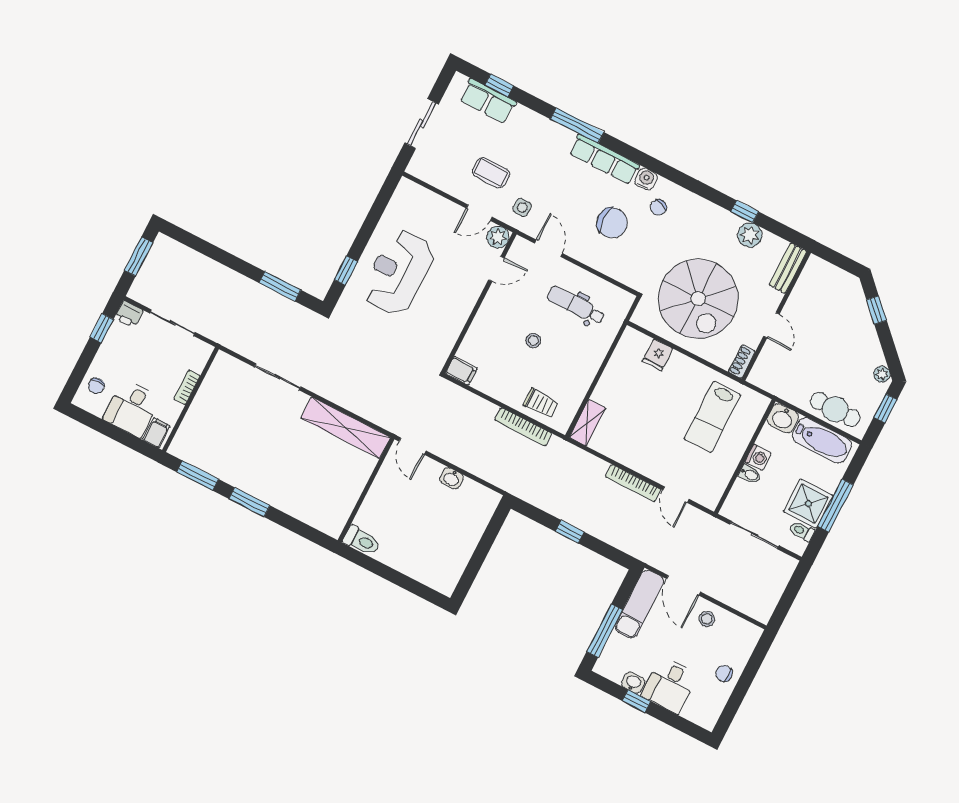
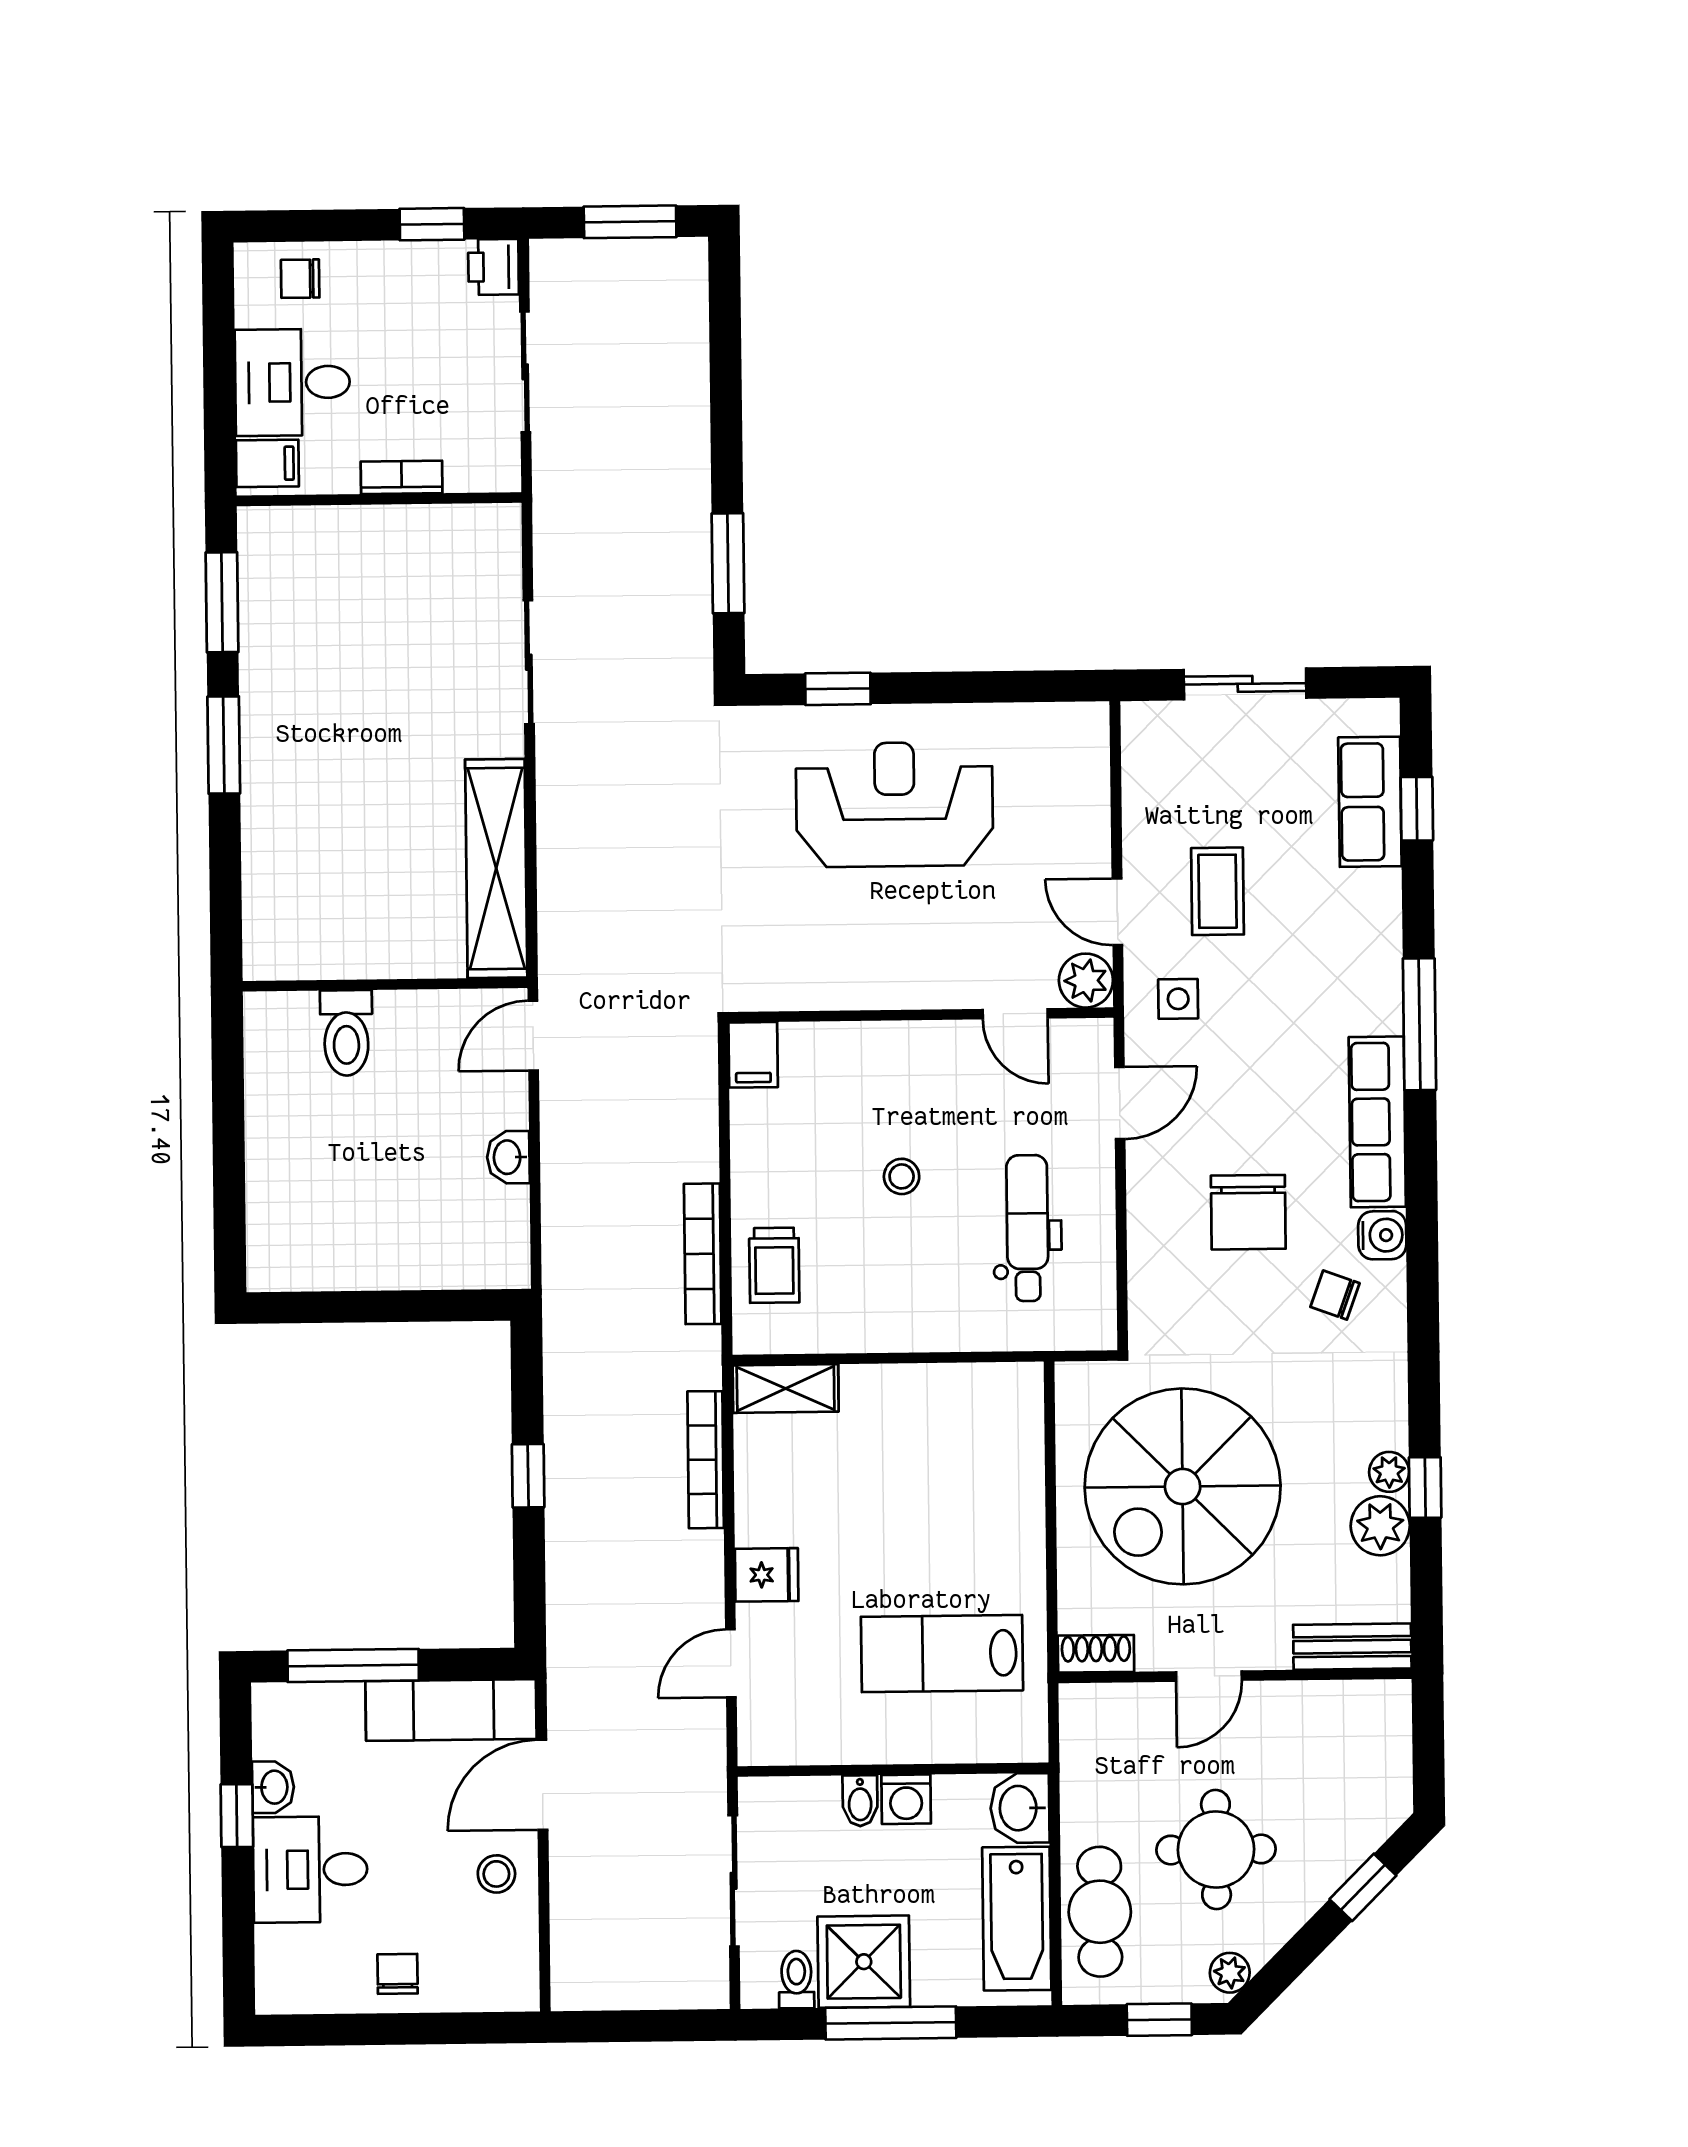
plant: (732, 222) -> (1389, 1472), added
fridge: (658, 355) -> (767, 1575), moved, turned 180
round table: (835, 356) -> (1216, 1850), added
bookcase: (633, 483) -> (706, 1460), moved
toilet: (362, 541) -> (346, 1033), moved

